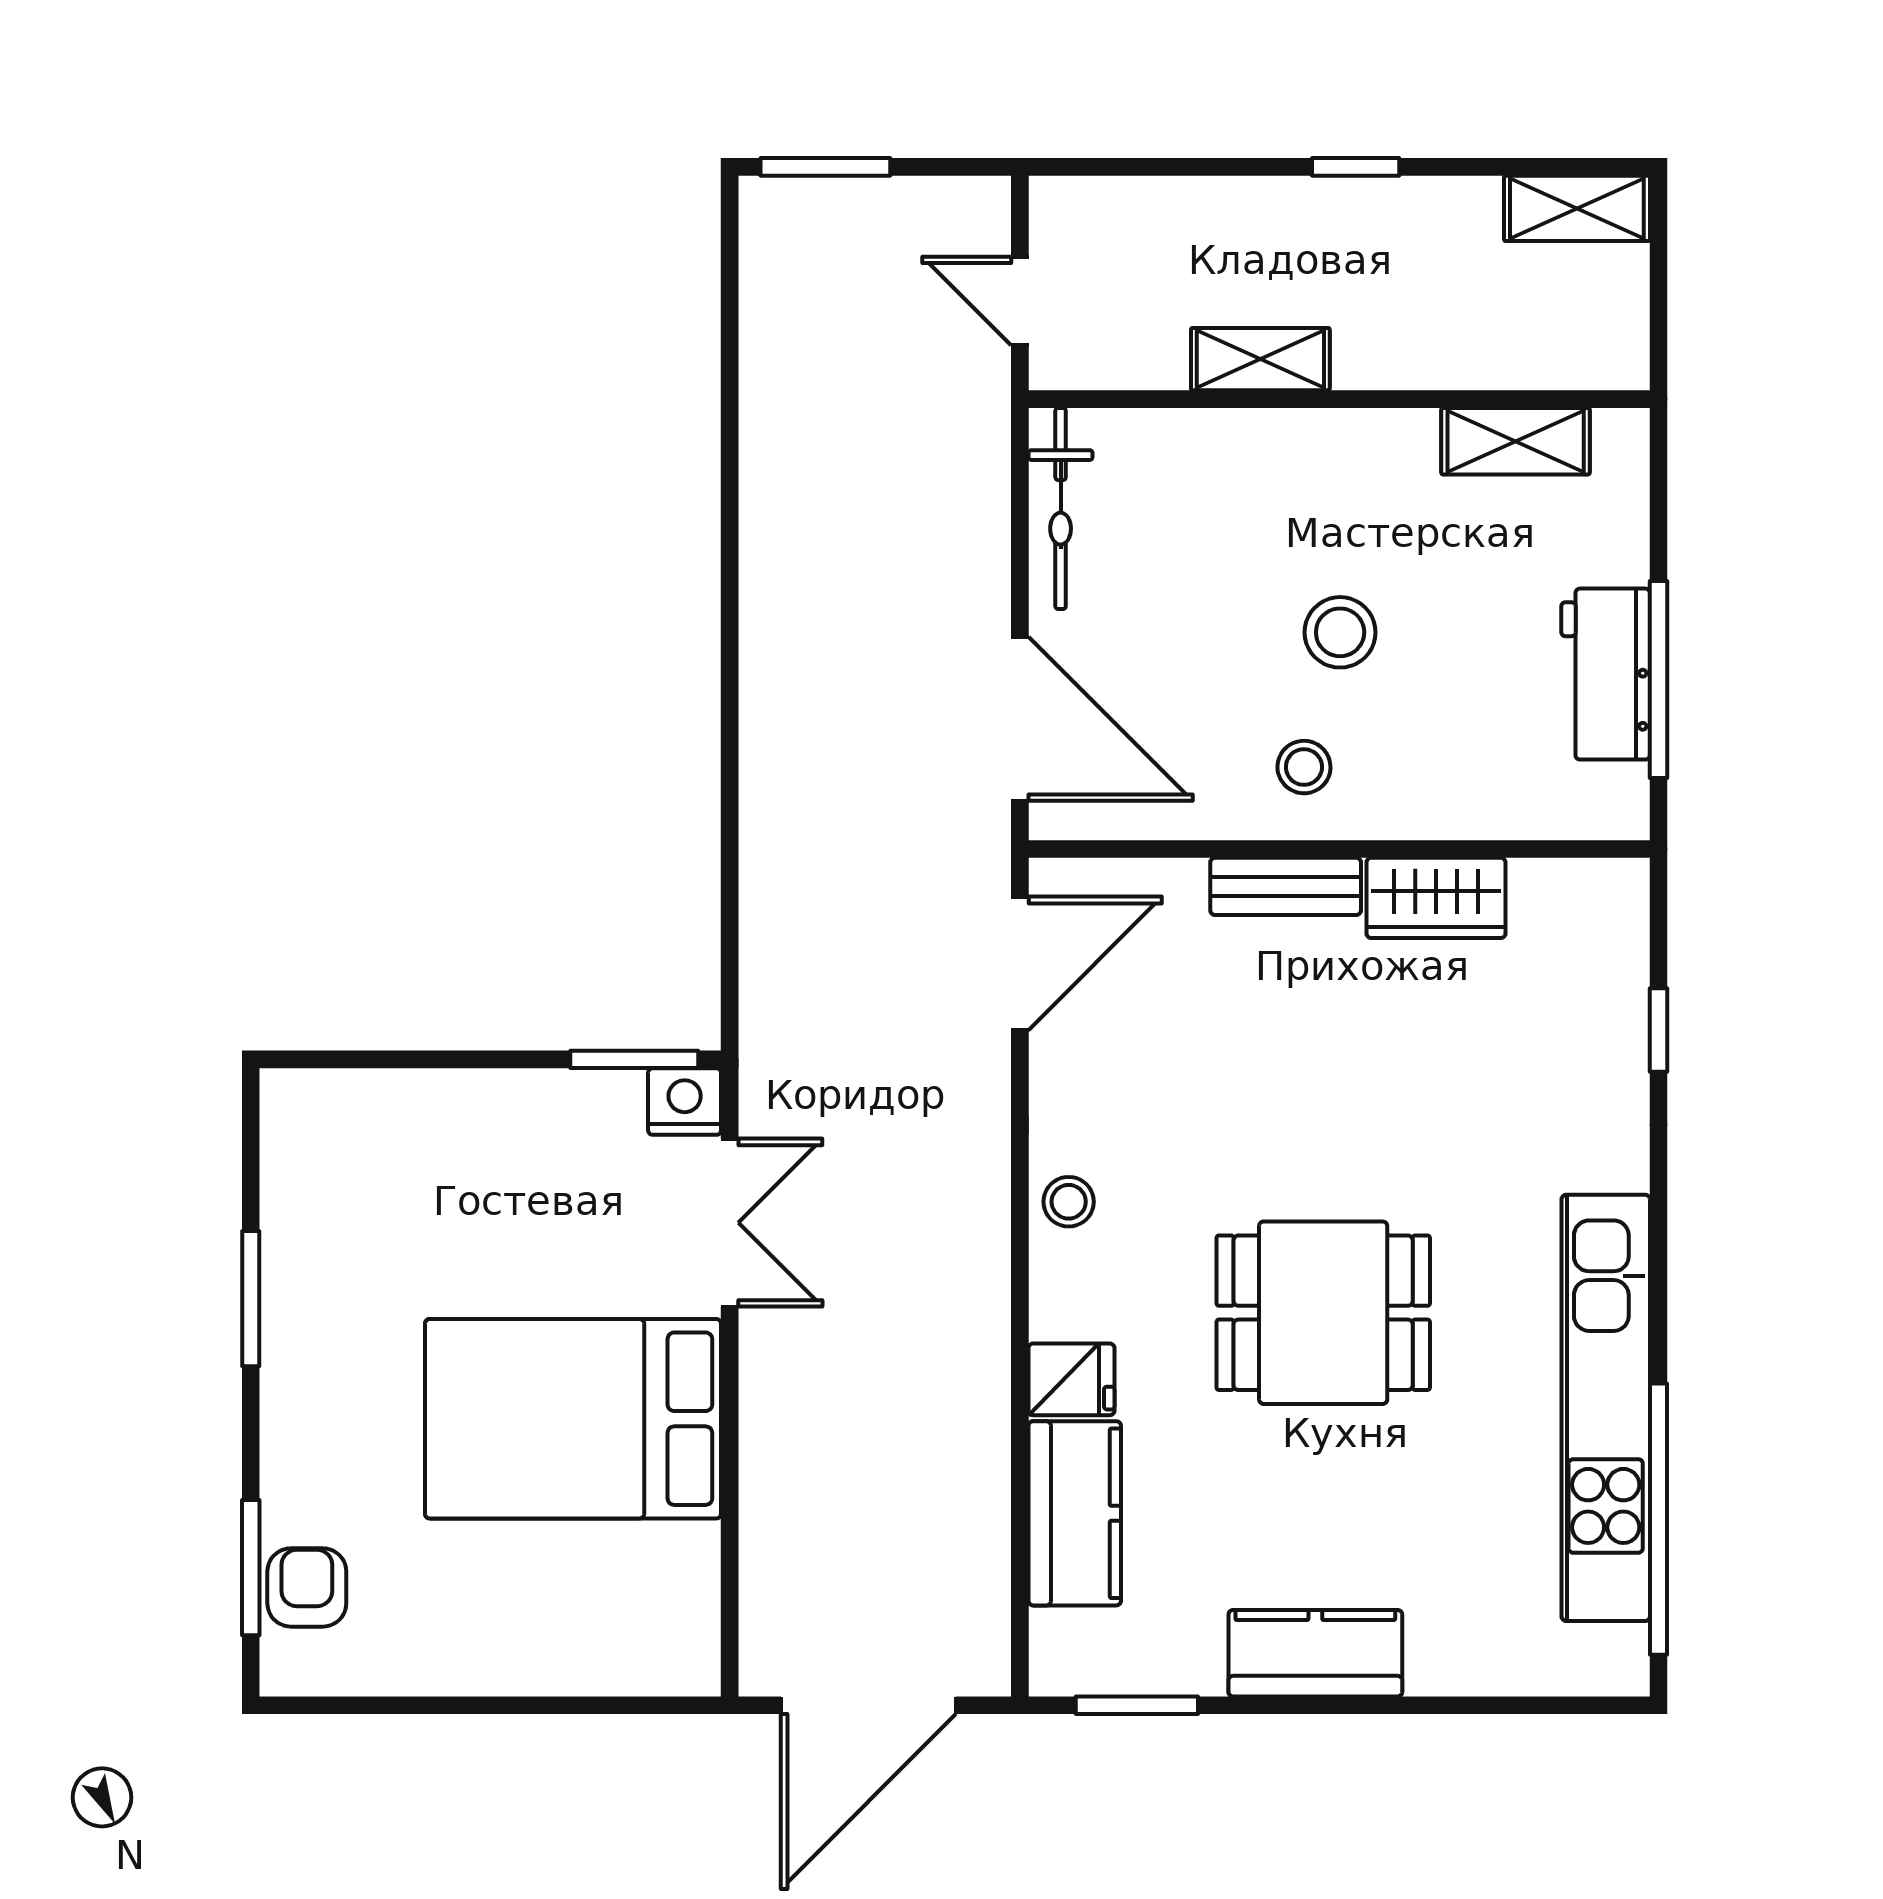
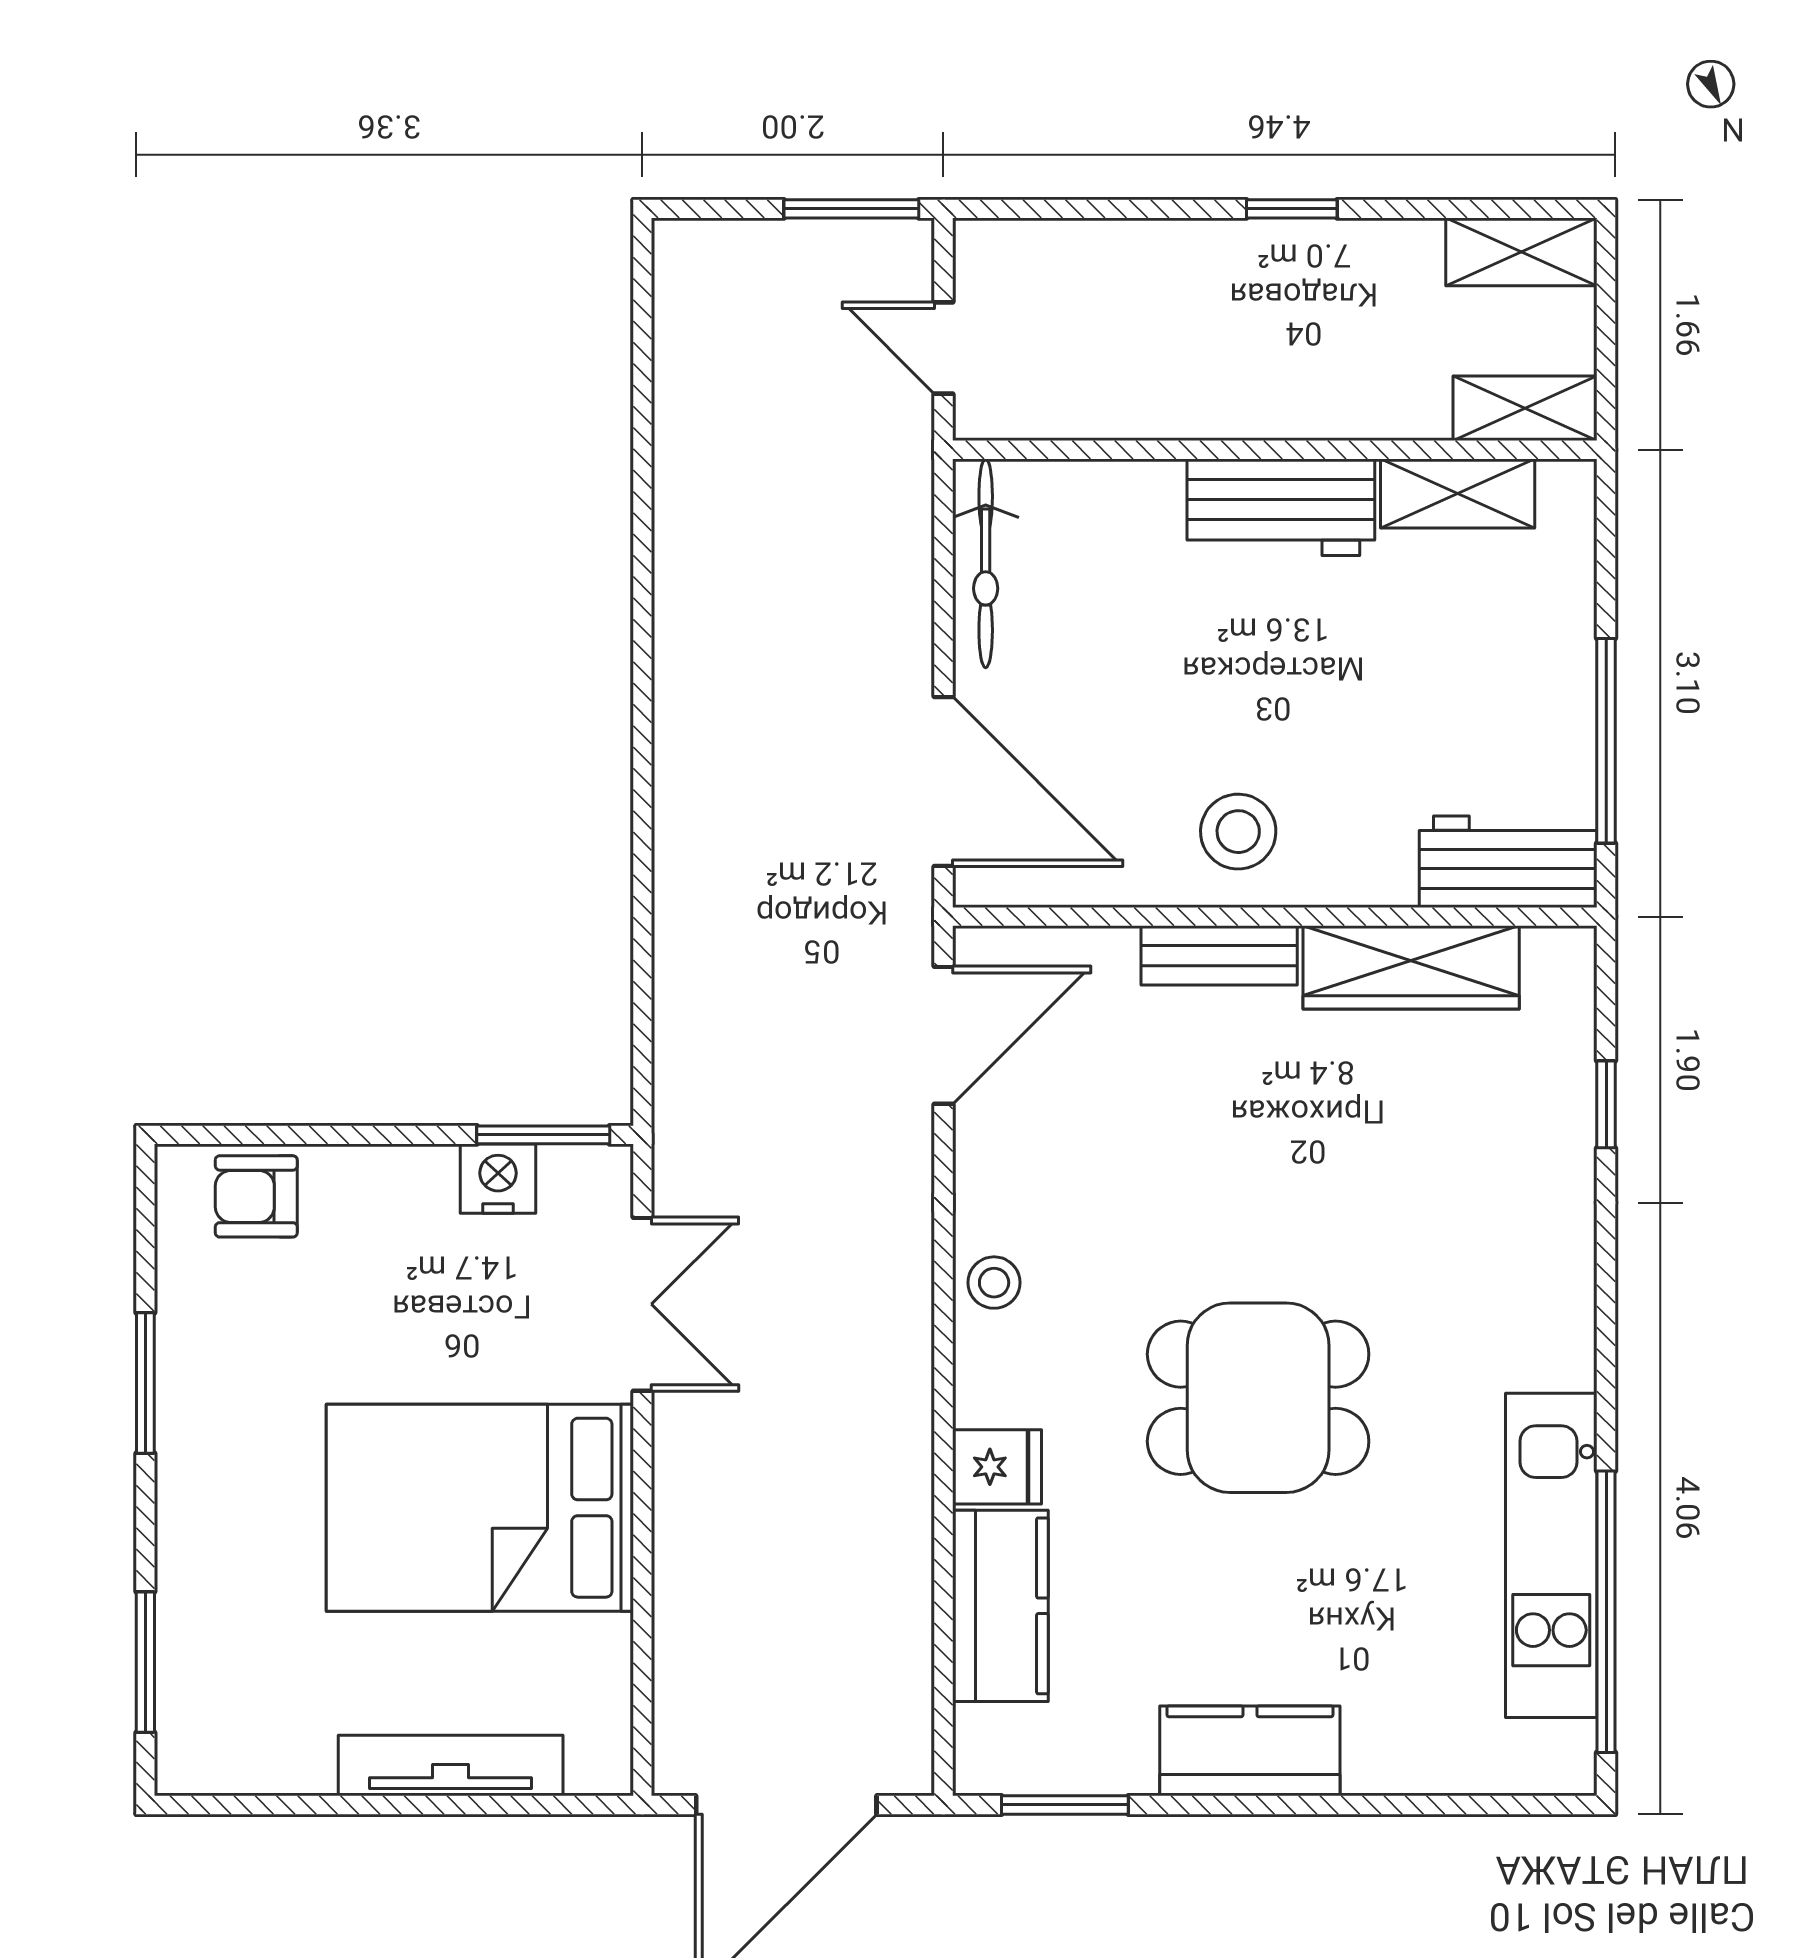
window: (825, 167) -> (851, 209), moved
shelving: (1260, 359) -> (1525, 408), moved
workbench: (1345, 454) -> (1281, 507), added
stool: (1340, 632) -> (1276, 692), removed
workbench: (1606, 674) -> (1508, 862), moved, turned 90
stool: (1304, 767) -> (1238, 832), width x1.37, depth x1.37
wardrobe: (1436, 898) -> (1411, 967), width x1.50
nightstand: (685, 1102) -> (498, 1179), moved
kitchen unit: (1606, 1408) -> (1551, 1555), width x0.73
armchair: (307, 1587) -> (256, 1196), moved, turned -90
tv unit: (545, 1667) -> (451, 1766), added

